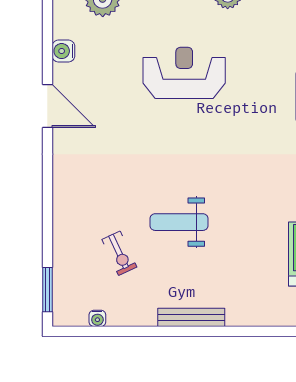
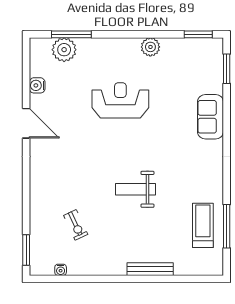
weight bench: (179, 222) -> (135, 189), moved
bench: (191, 317) -> (150, 269), moved

